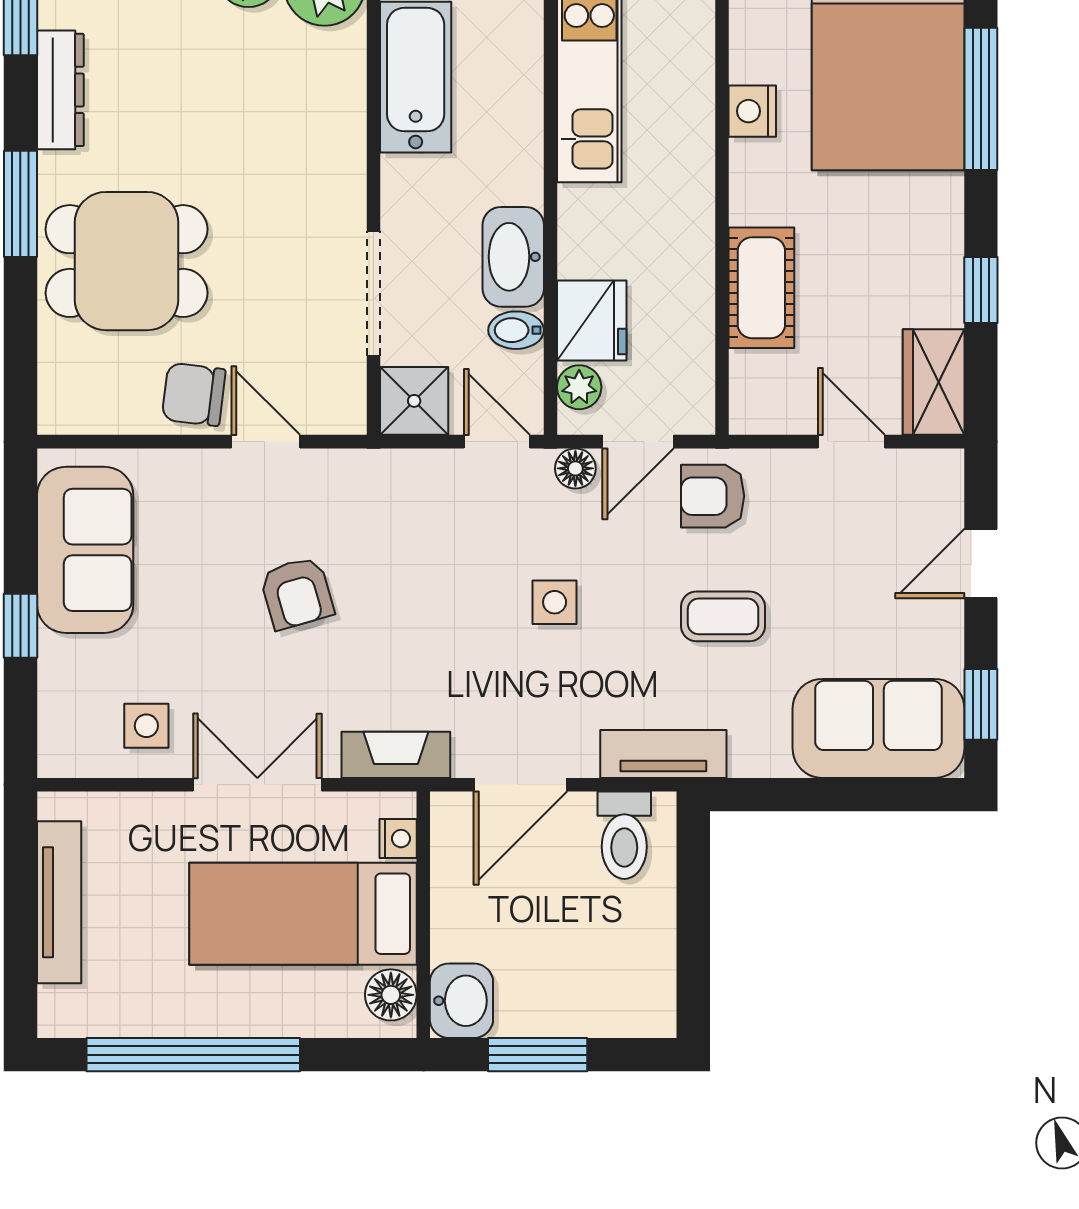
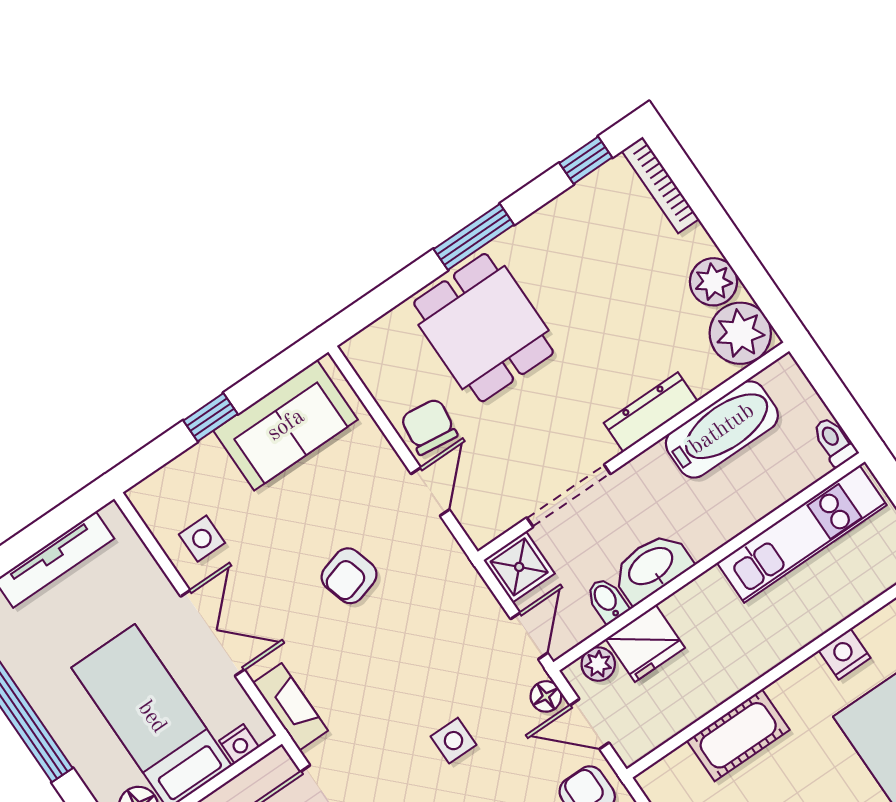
dresser: (60, 90) -> (651, 412), moved, turned 180

